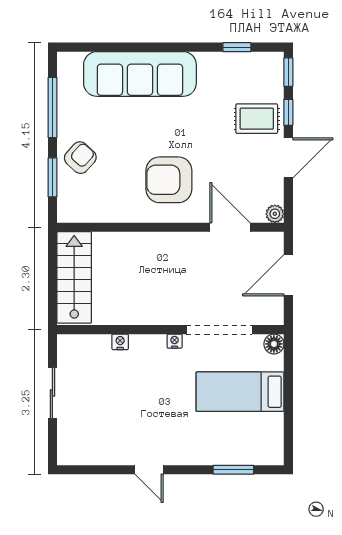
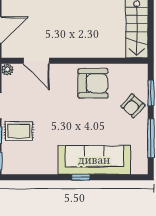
window: (237, 47) -> (81, 177), moved
armchair: (169, 180) -> (93, 83), moved

